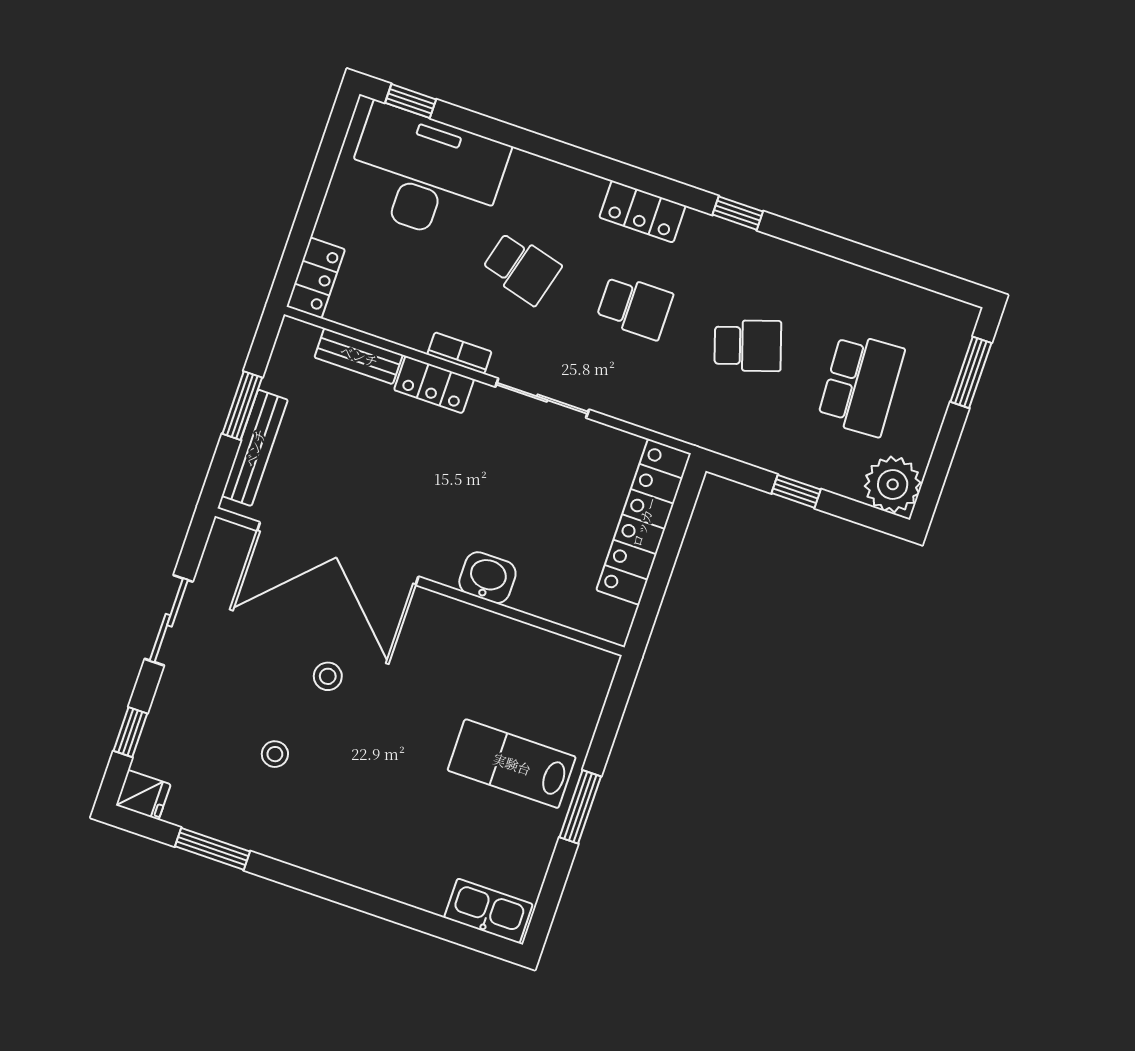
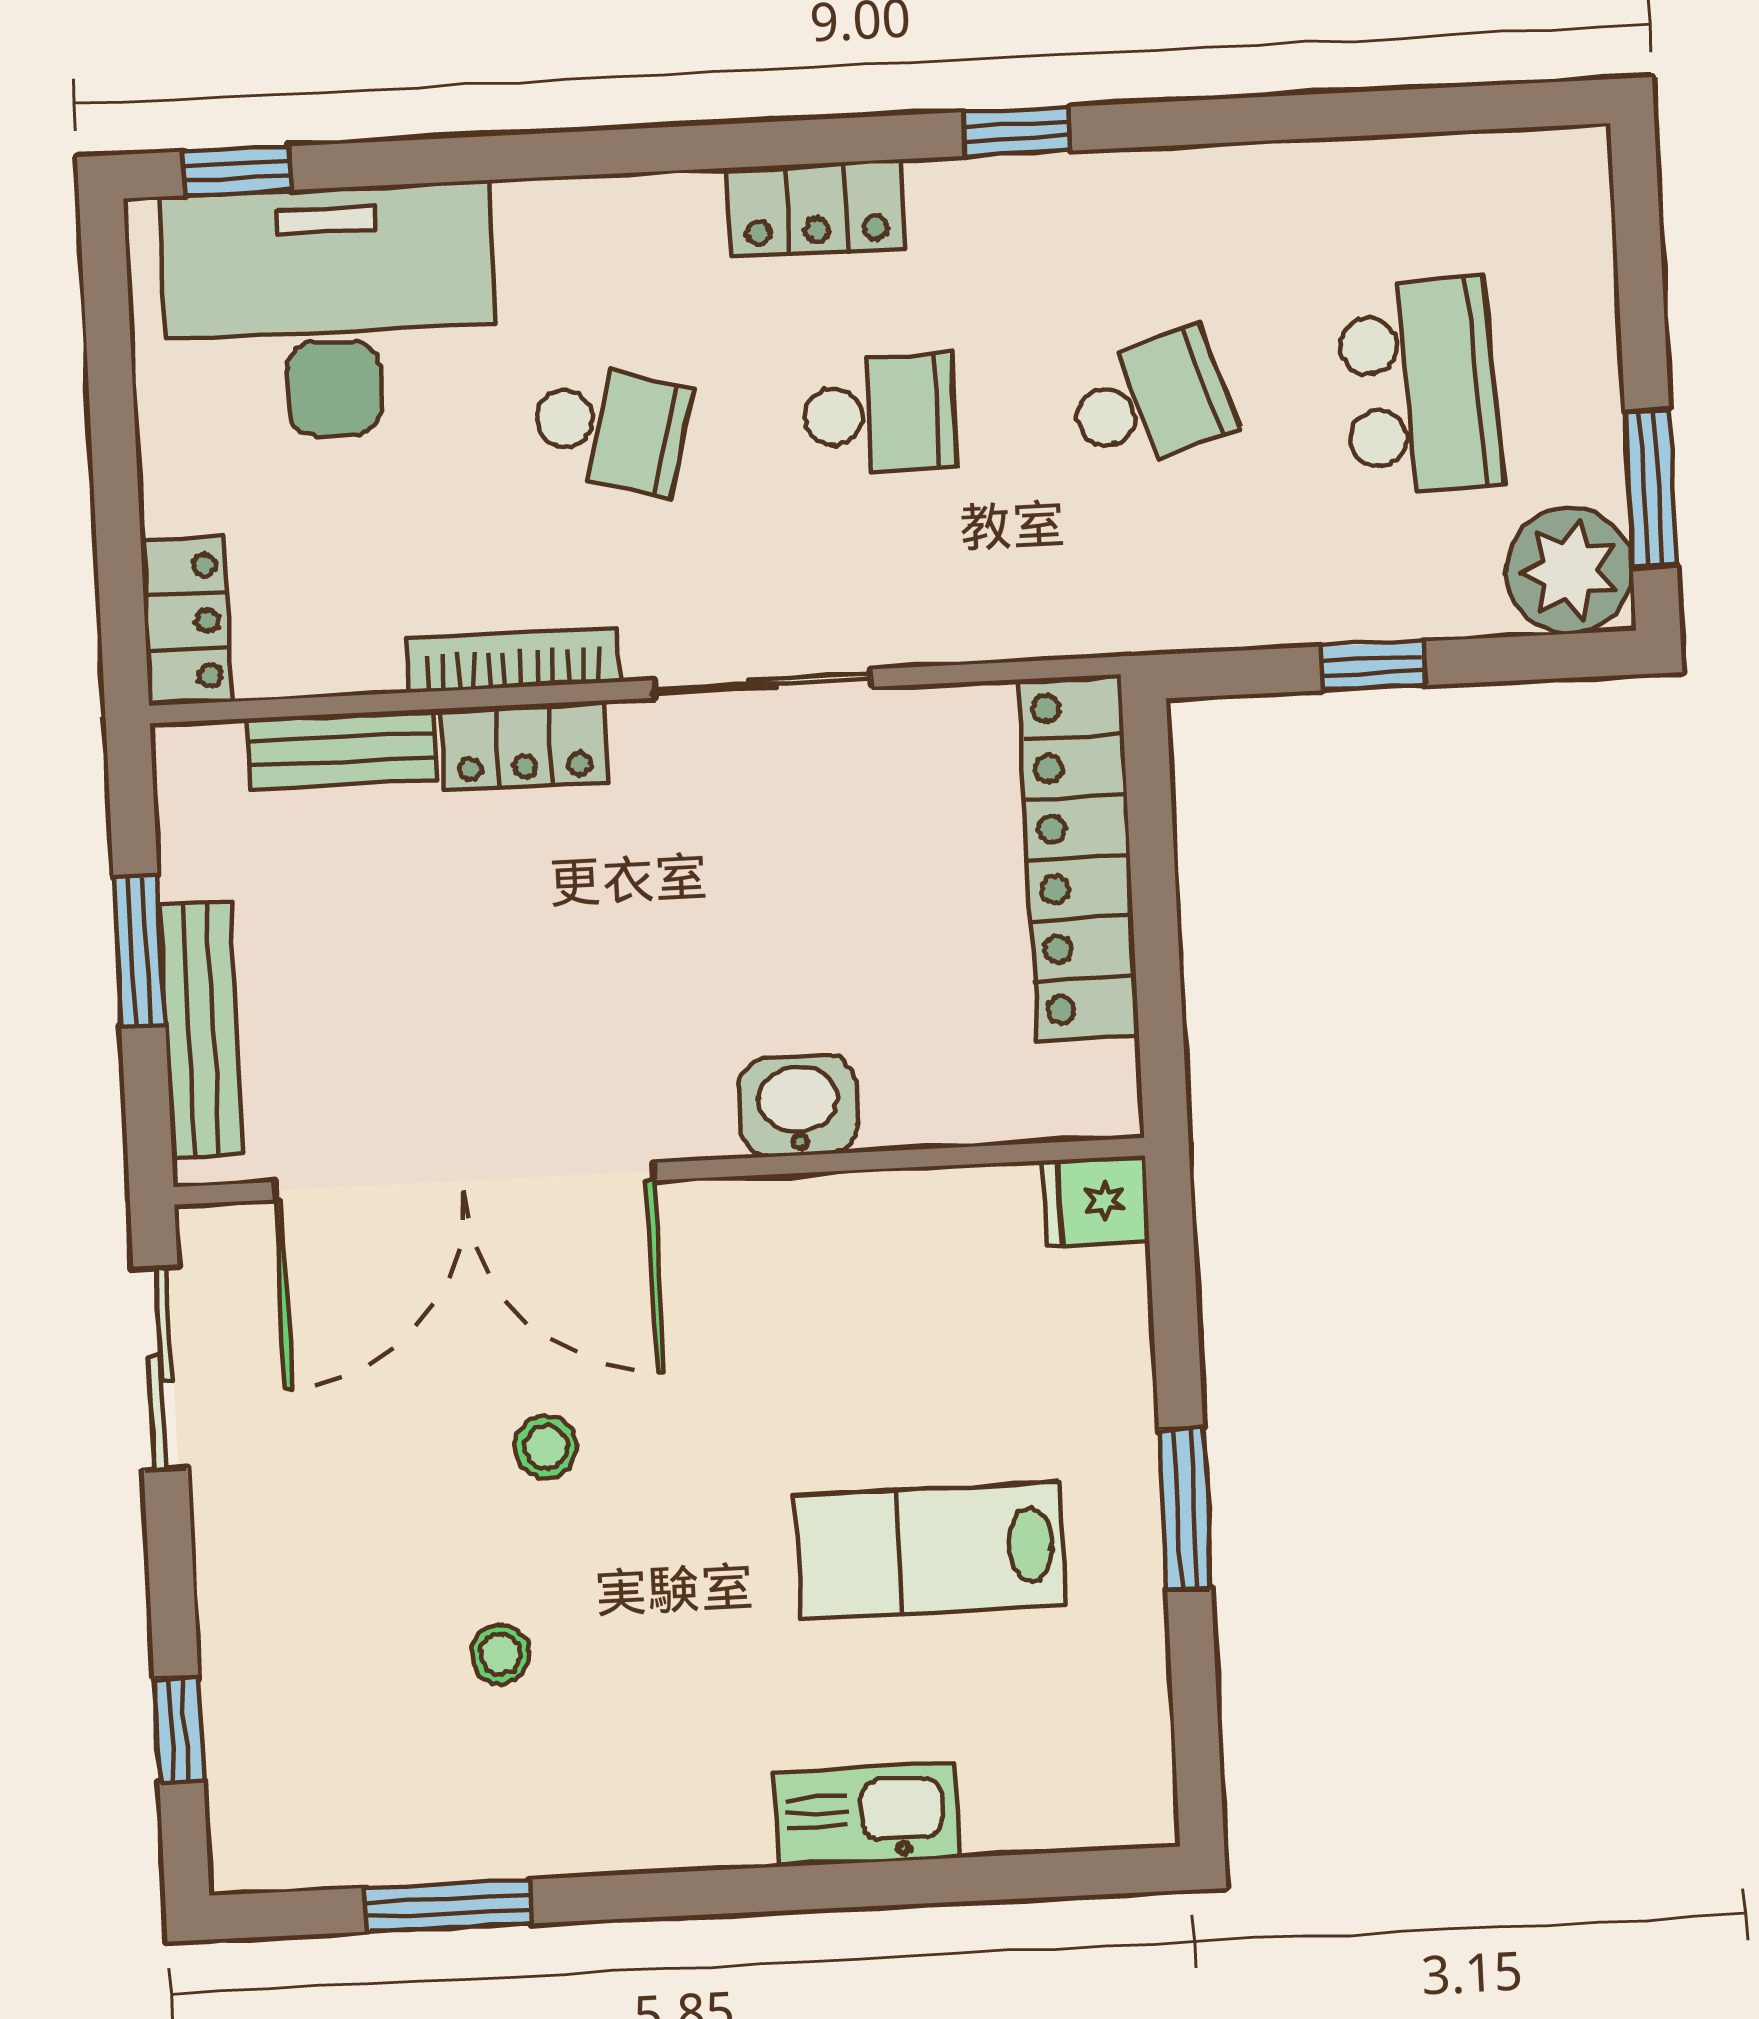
bookcase: (459, 353) -> (513, 660), width x1.56
window: (971, 372) -> (1651, 488), moved
sliding door: (169, 620) -> (161, 1369), moved
lab bench: (512, 764) -> (930, 1550), moved
fridge: (143, 795) -> (1096, 1201), moved, turned 180
kitchen sink: (488, 911) -> (866, 1815), moved

